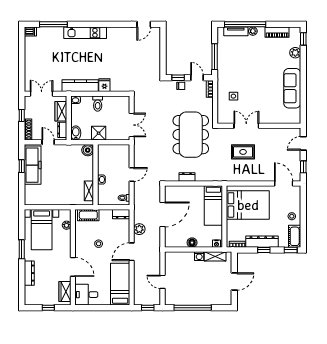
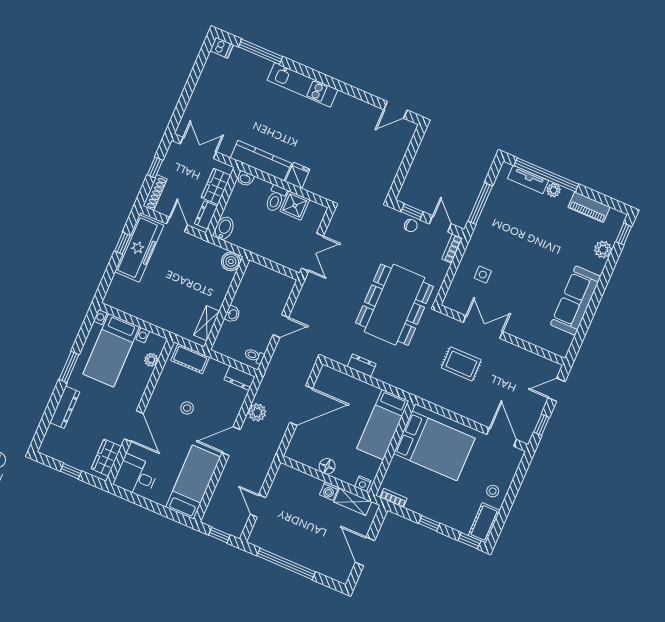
shower: (99, 133) -> (295, 205), moved
dresser: (262, 242) -> (432, 510), removed
door: (234, 282) -> (365, 551), swing flipped

